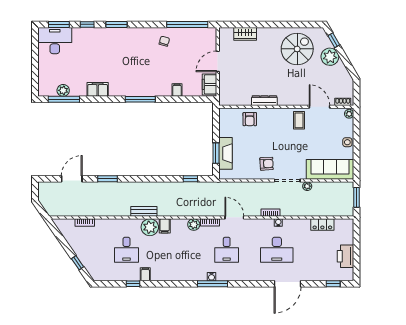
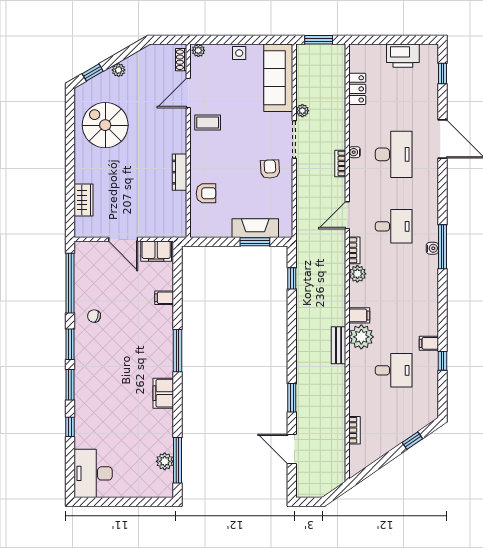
window: (59, 24) -> (70, 344), moved
plant: (330, 57) -> (118, 70), width x0.53, depth x0.53
filing cabinet: (98, 89) -> (163, 393), moved

